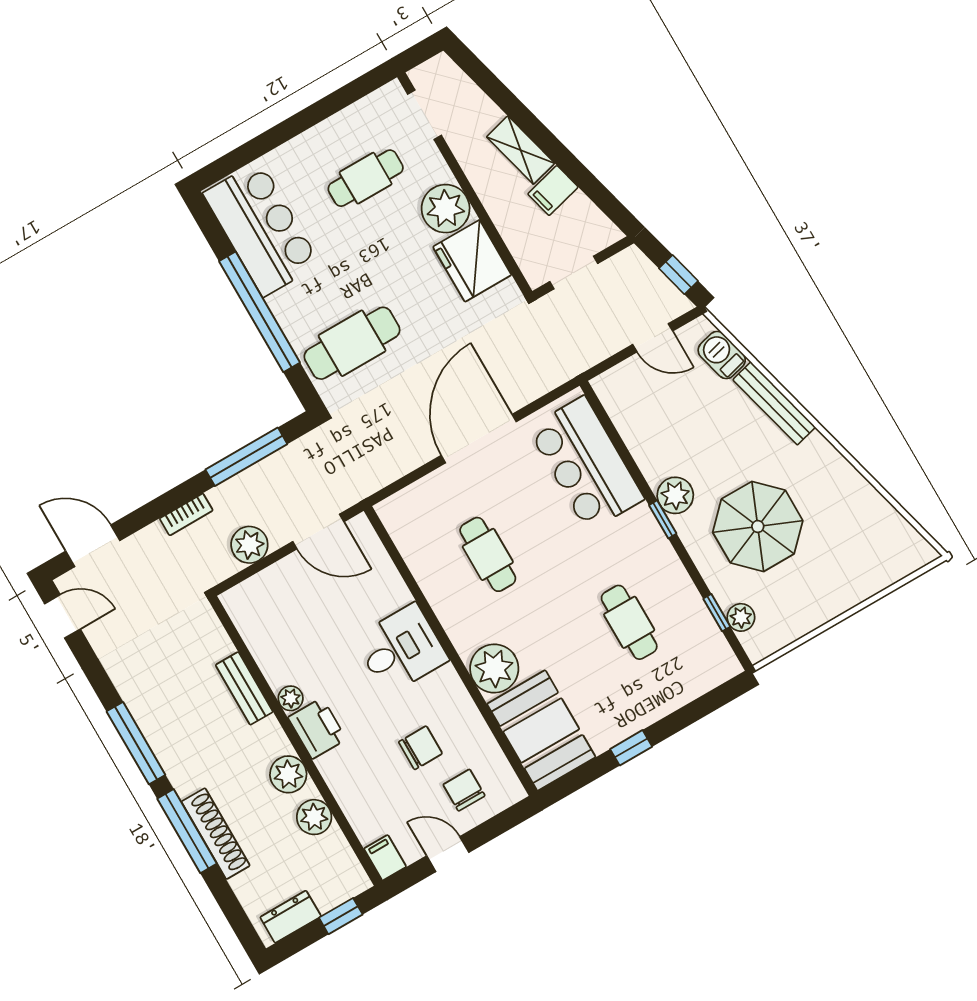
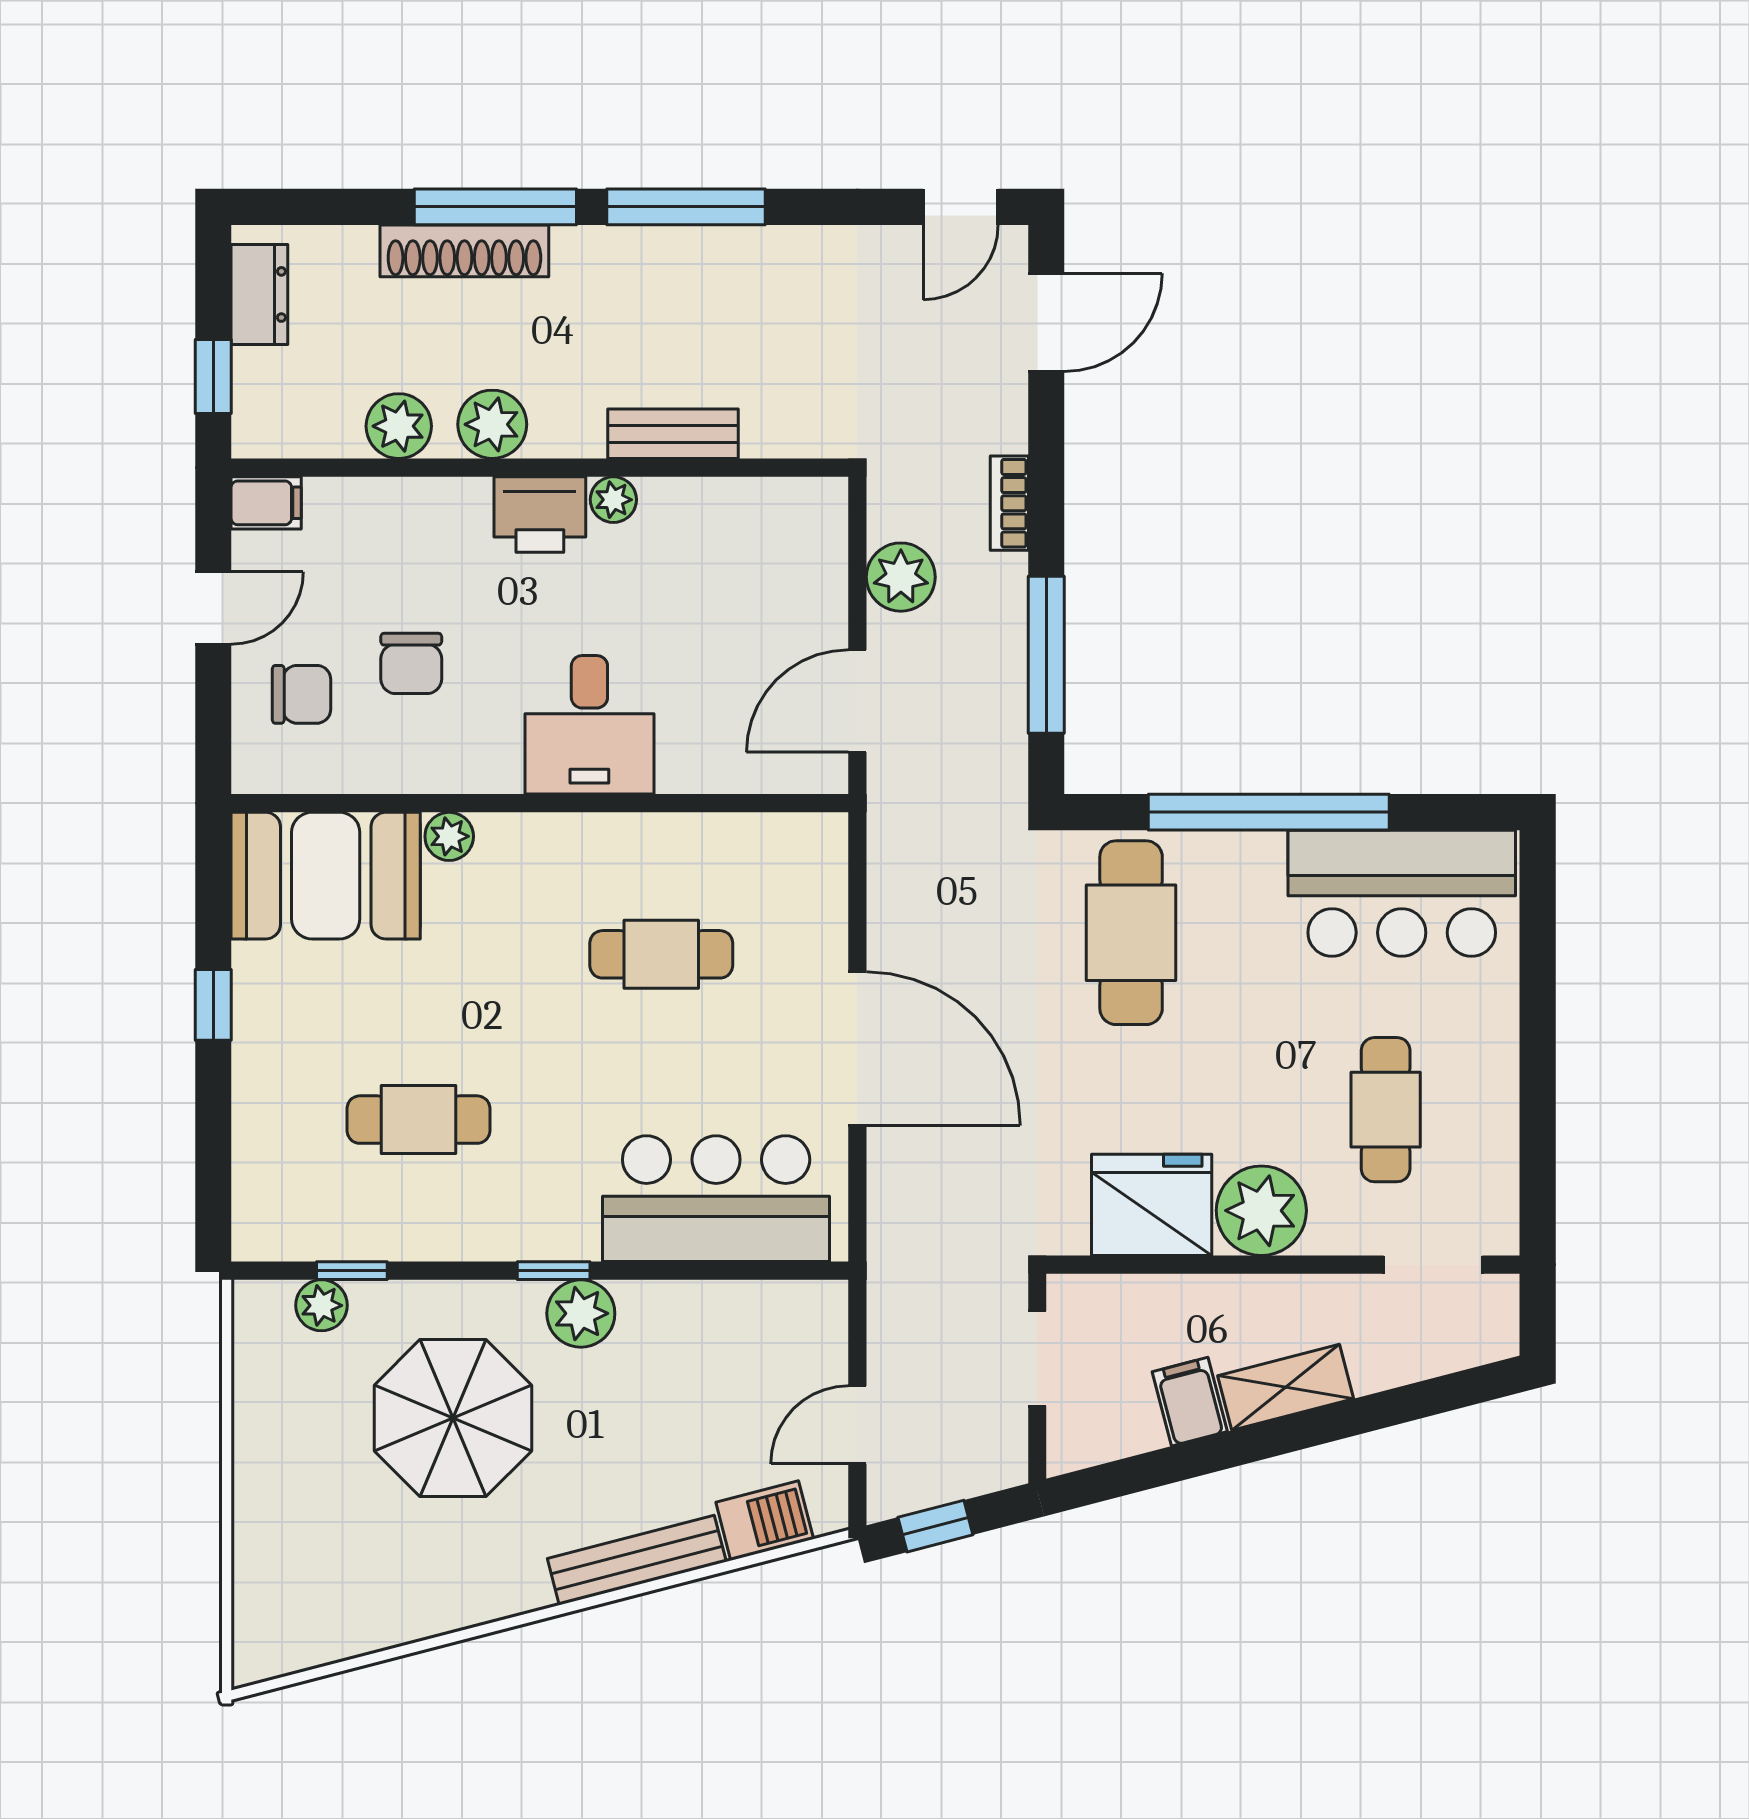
plant: (494, 668) -> (449, 836), width x0.53, depth x0.53

